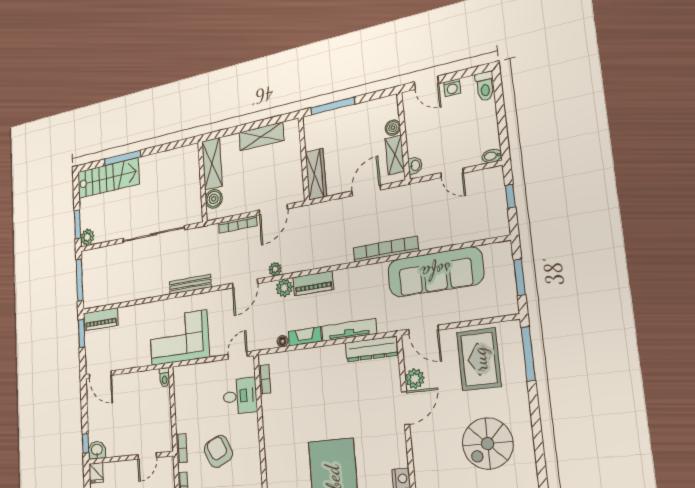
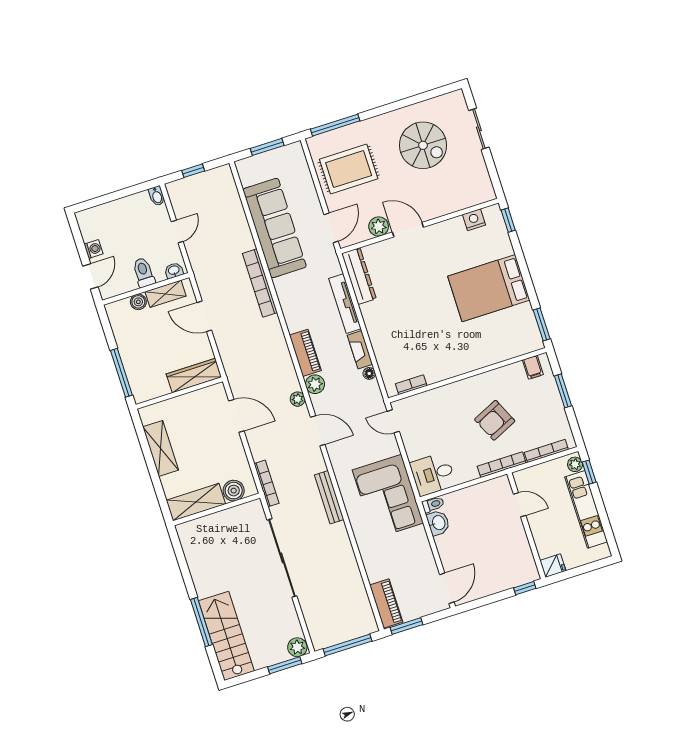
toilet: (485, 86) -> (144, 272), moved, turned -90
bookcase: (238, 224) -> (266, 483), moved
desk: (240, 396) -> (433, 474), moved, turned -90
bookcase: (182, 448) -> (502, 465), width x1.56
washbasin: (97, 450) -> (438, 523), moved, turned 180

